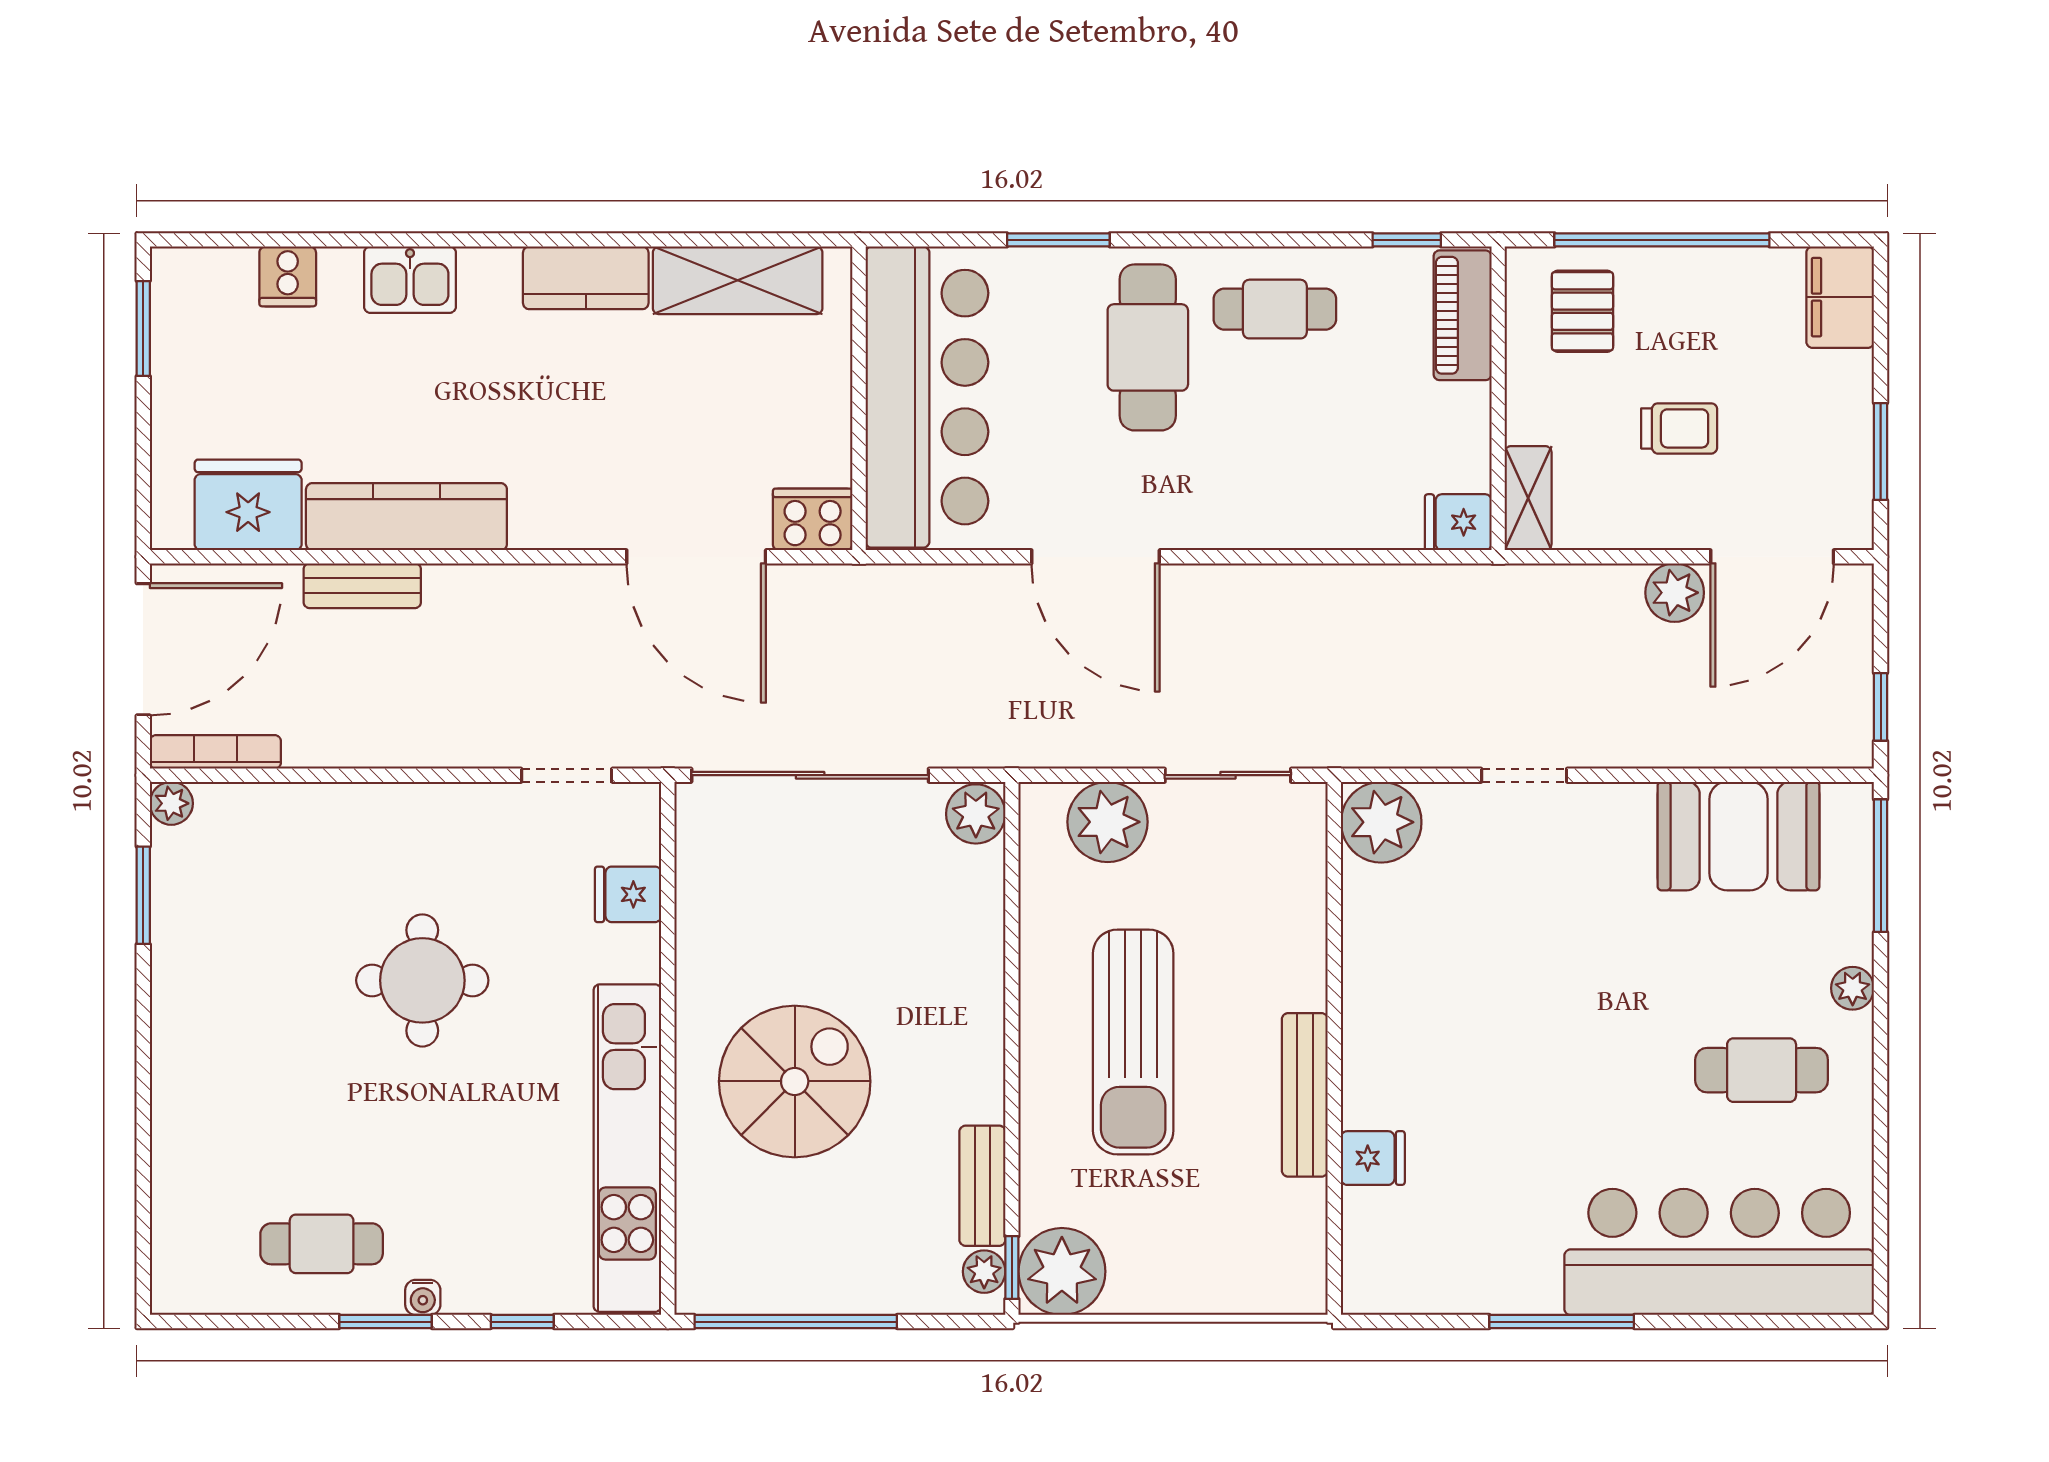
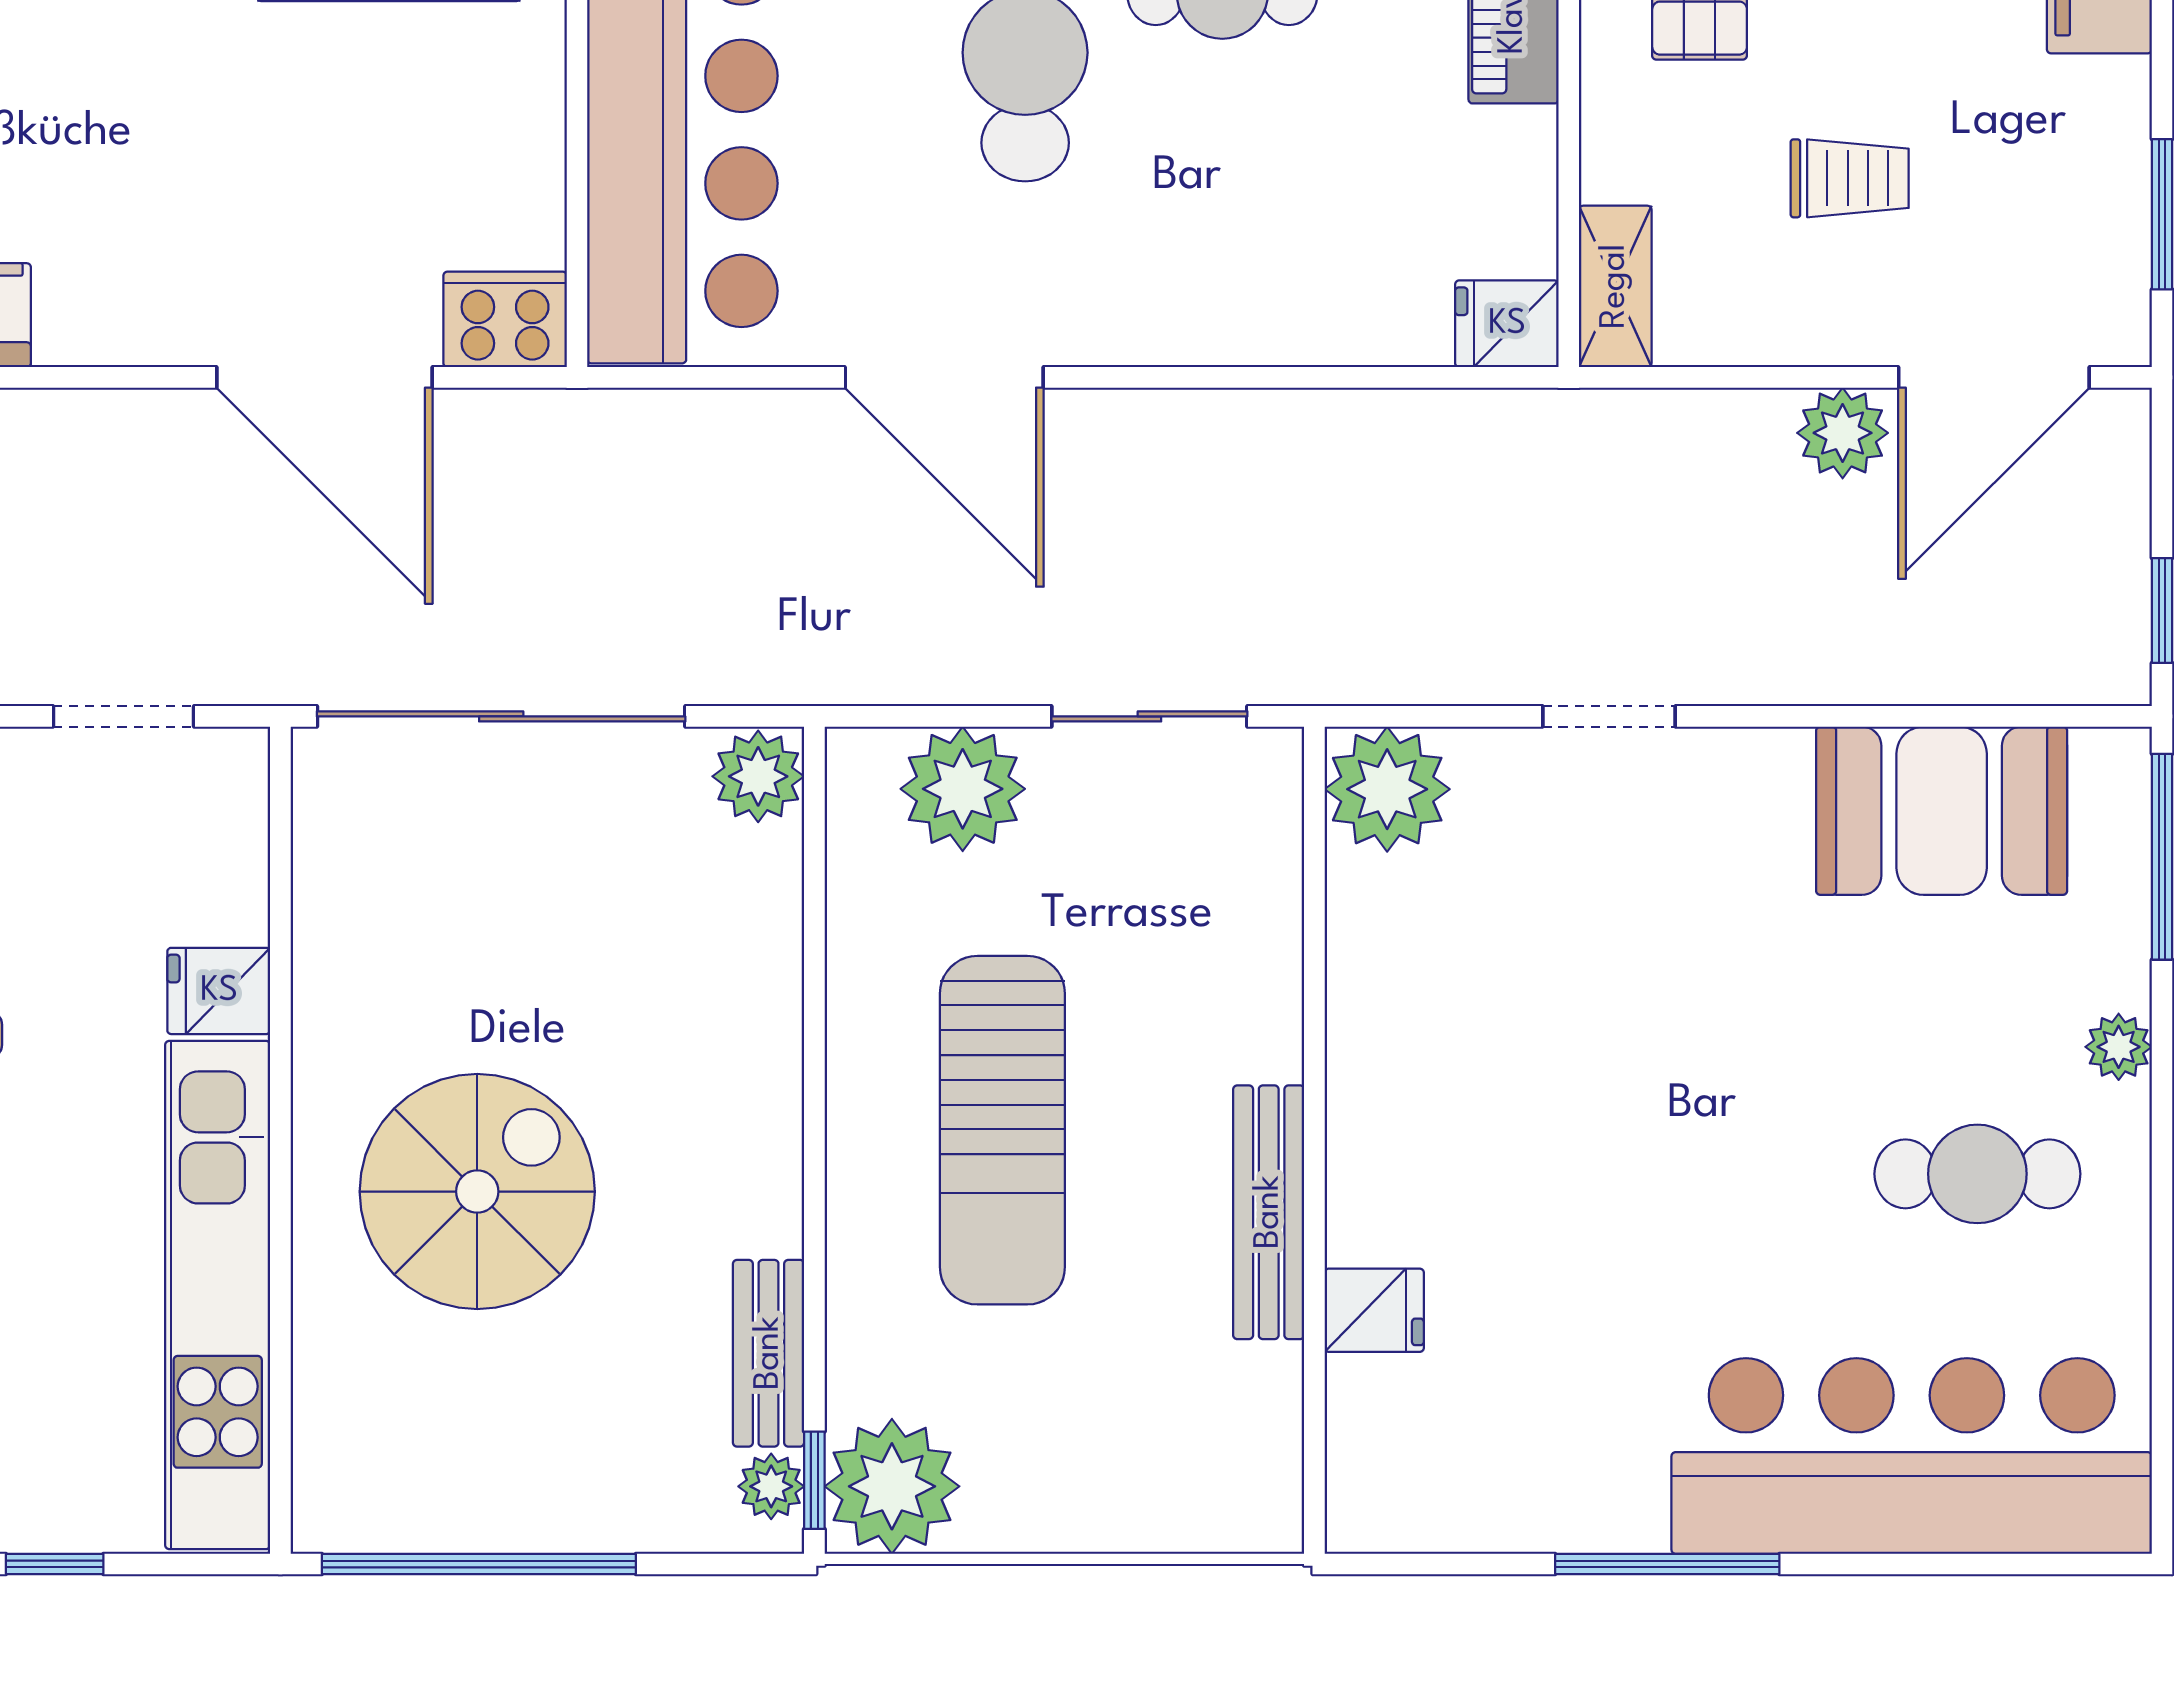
fridge: (628, 894) -> (219, 991), moved

